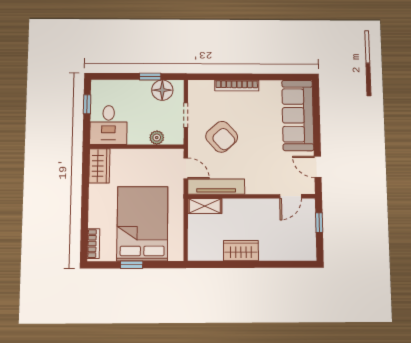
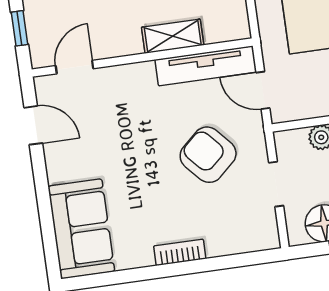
bookcase: (237, 86) -> (180, 252), width x0.64
sofa: (298, 115) -> (81, 229), width x0.73
shelving: (205, 206) -> (173, 36), moved

